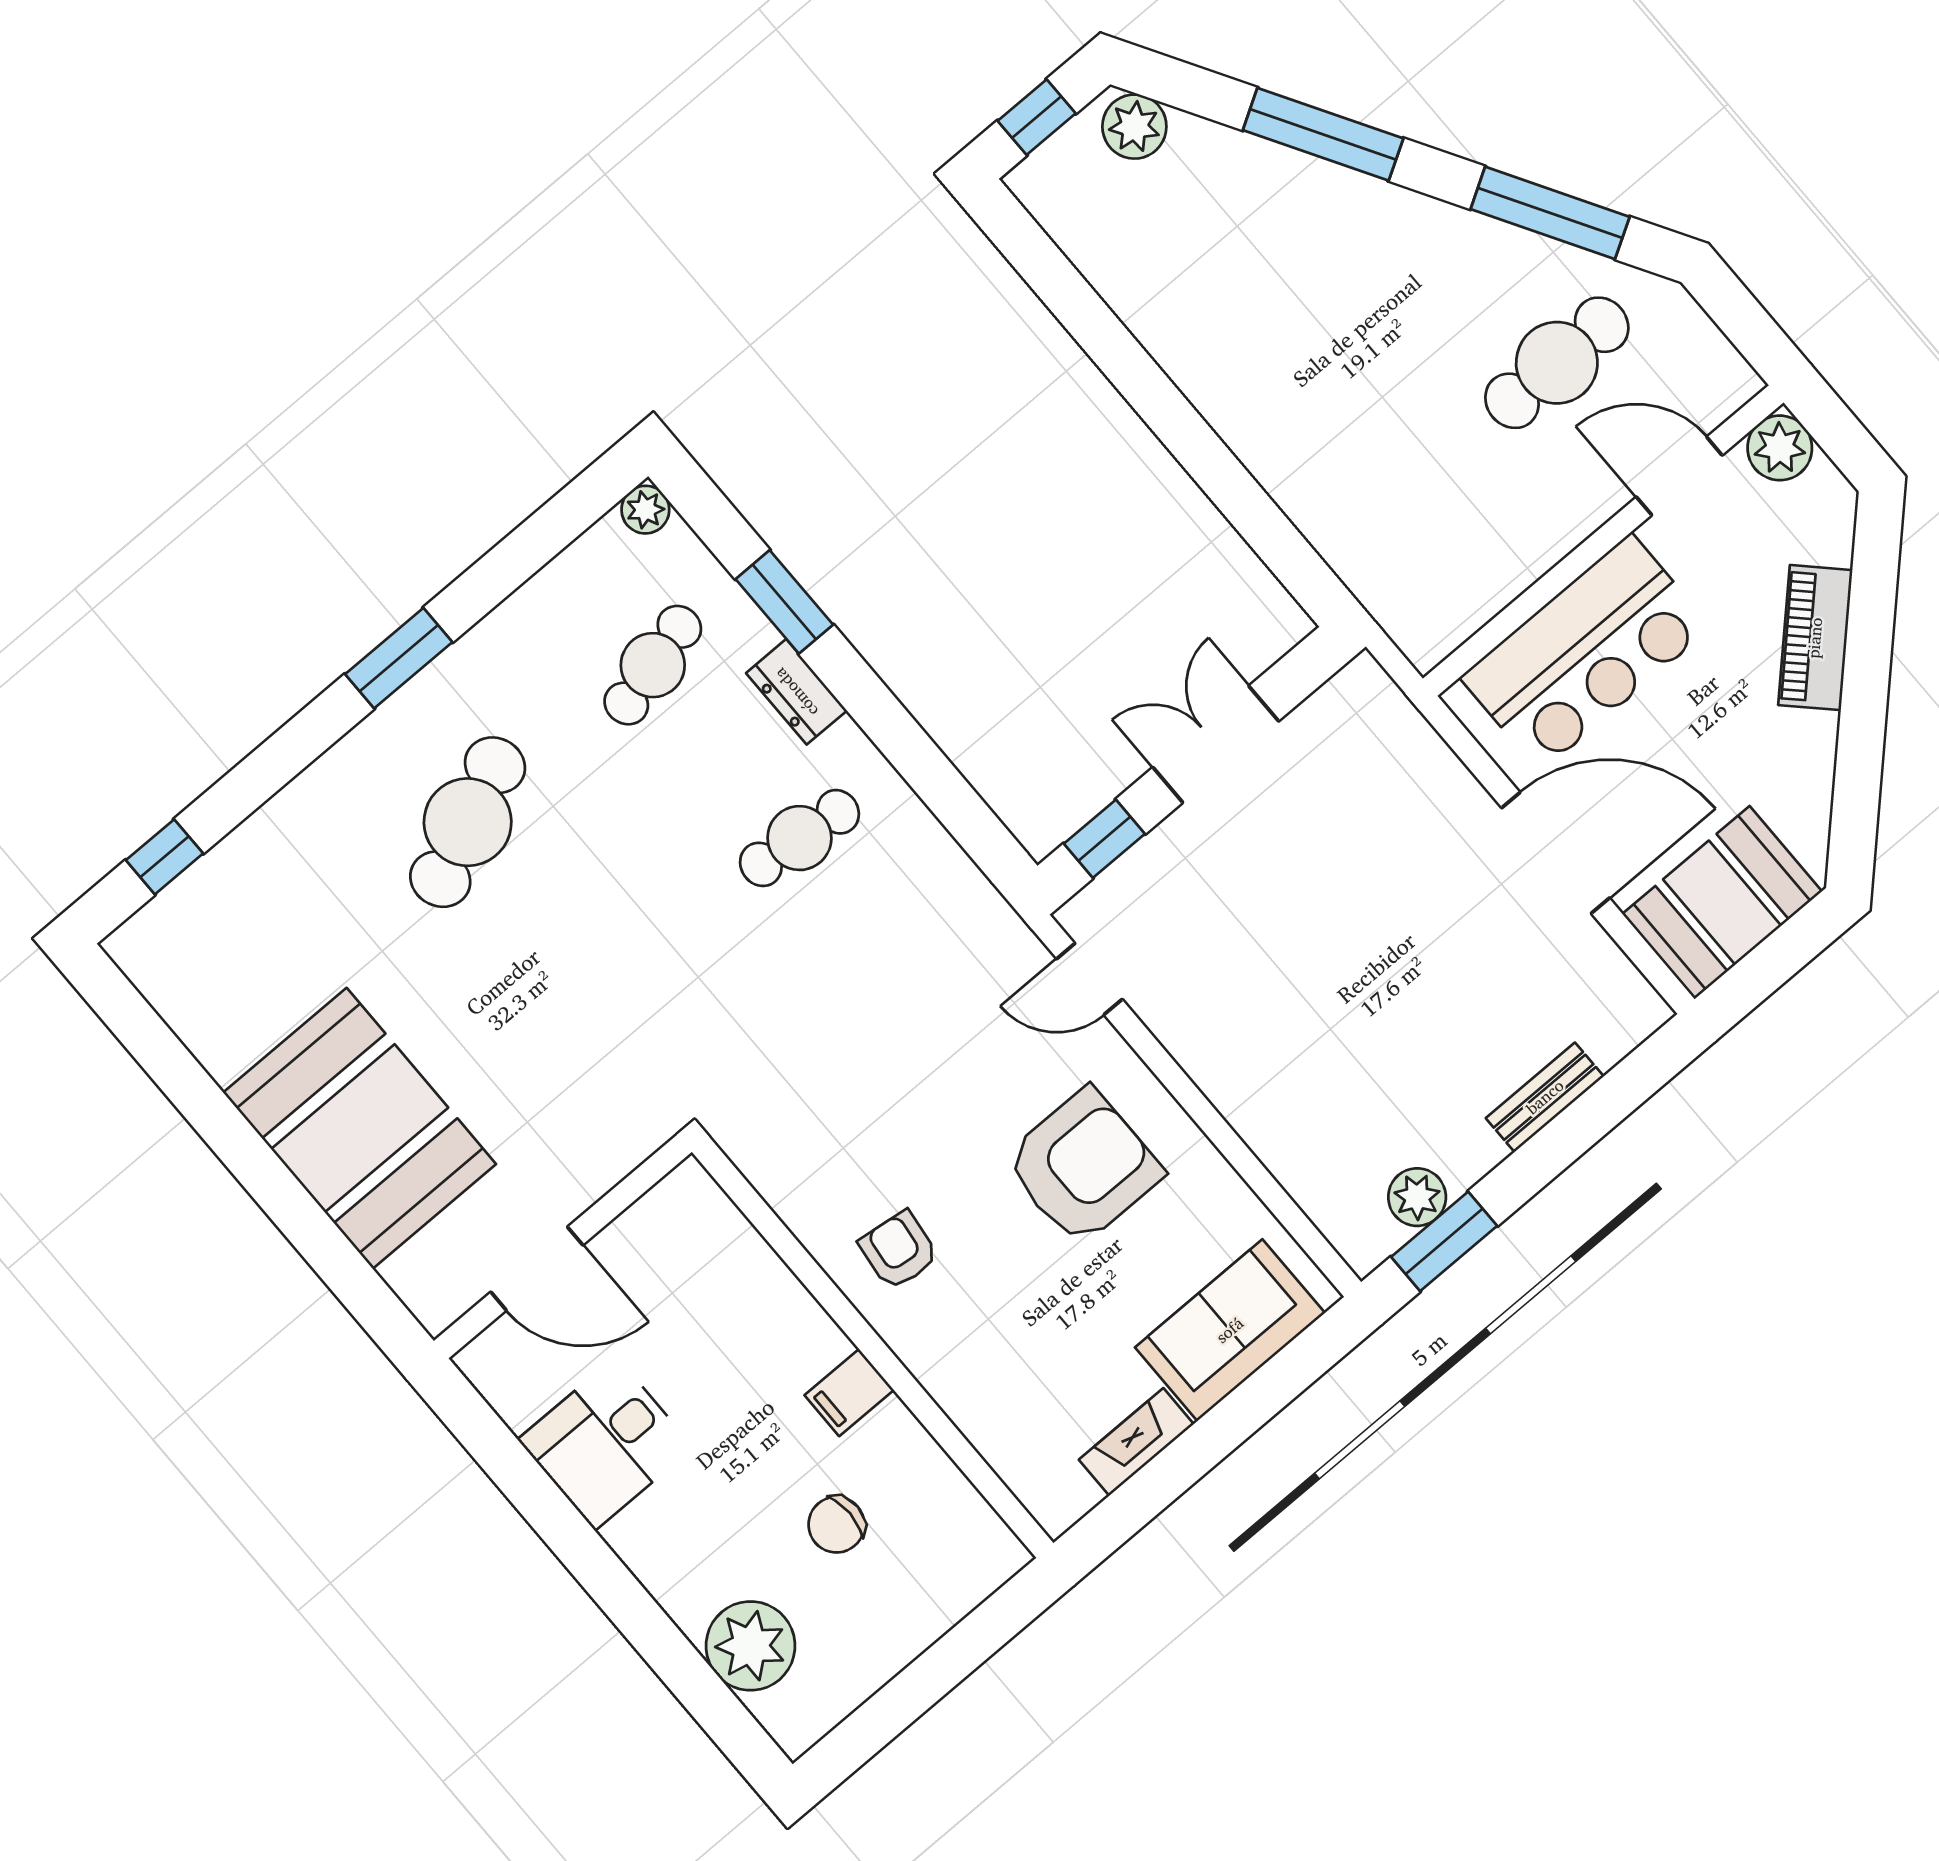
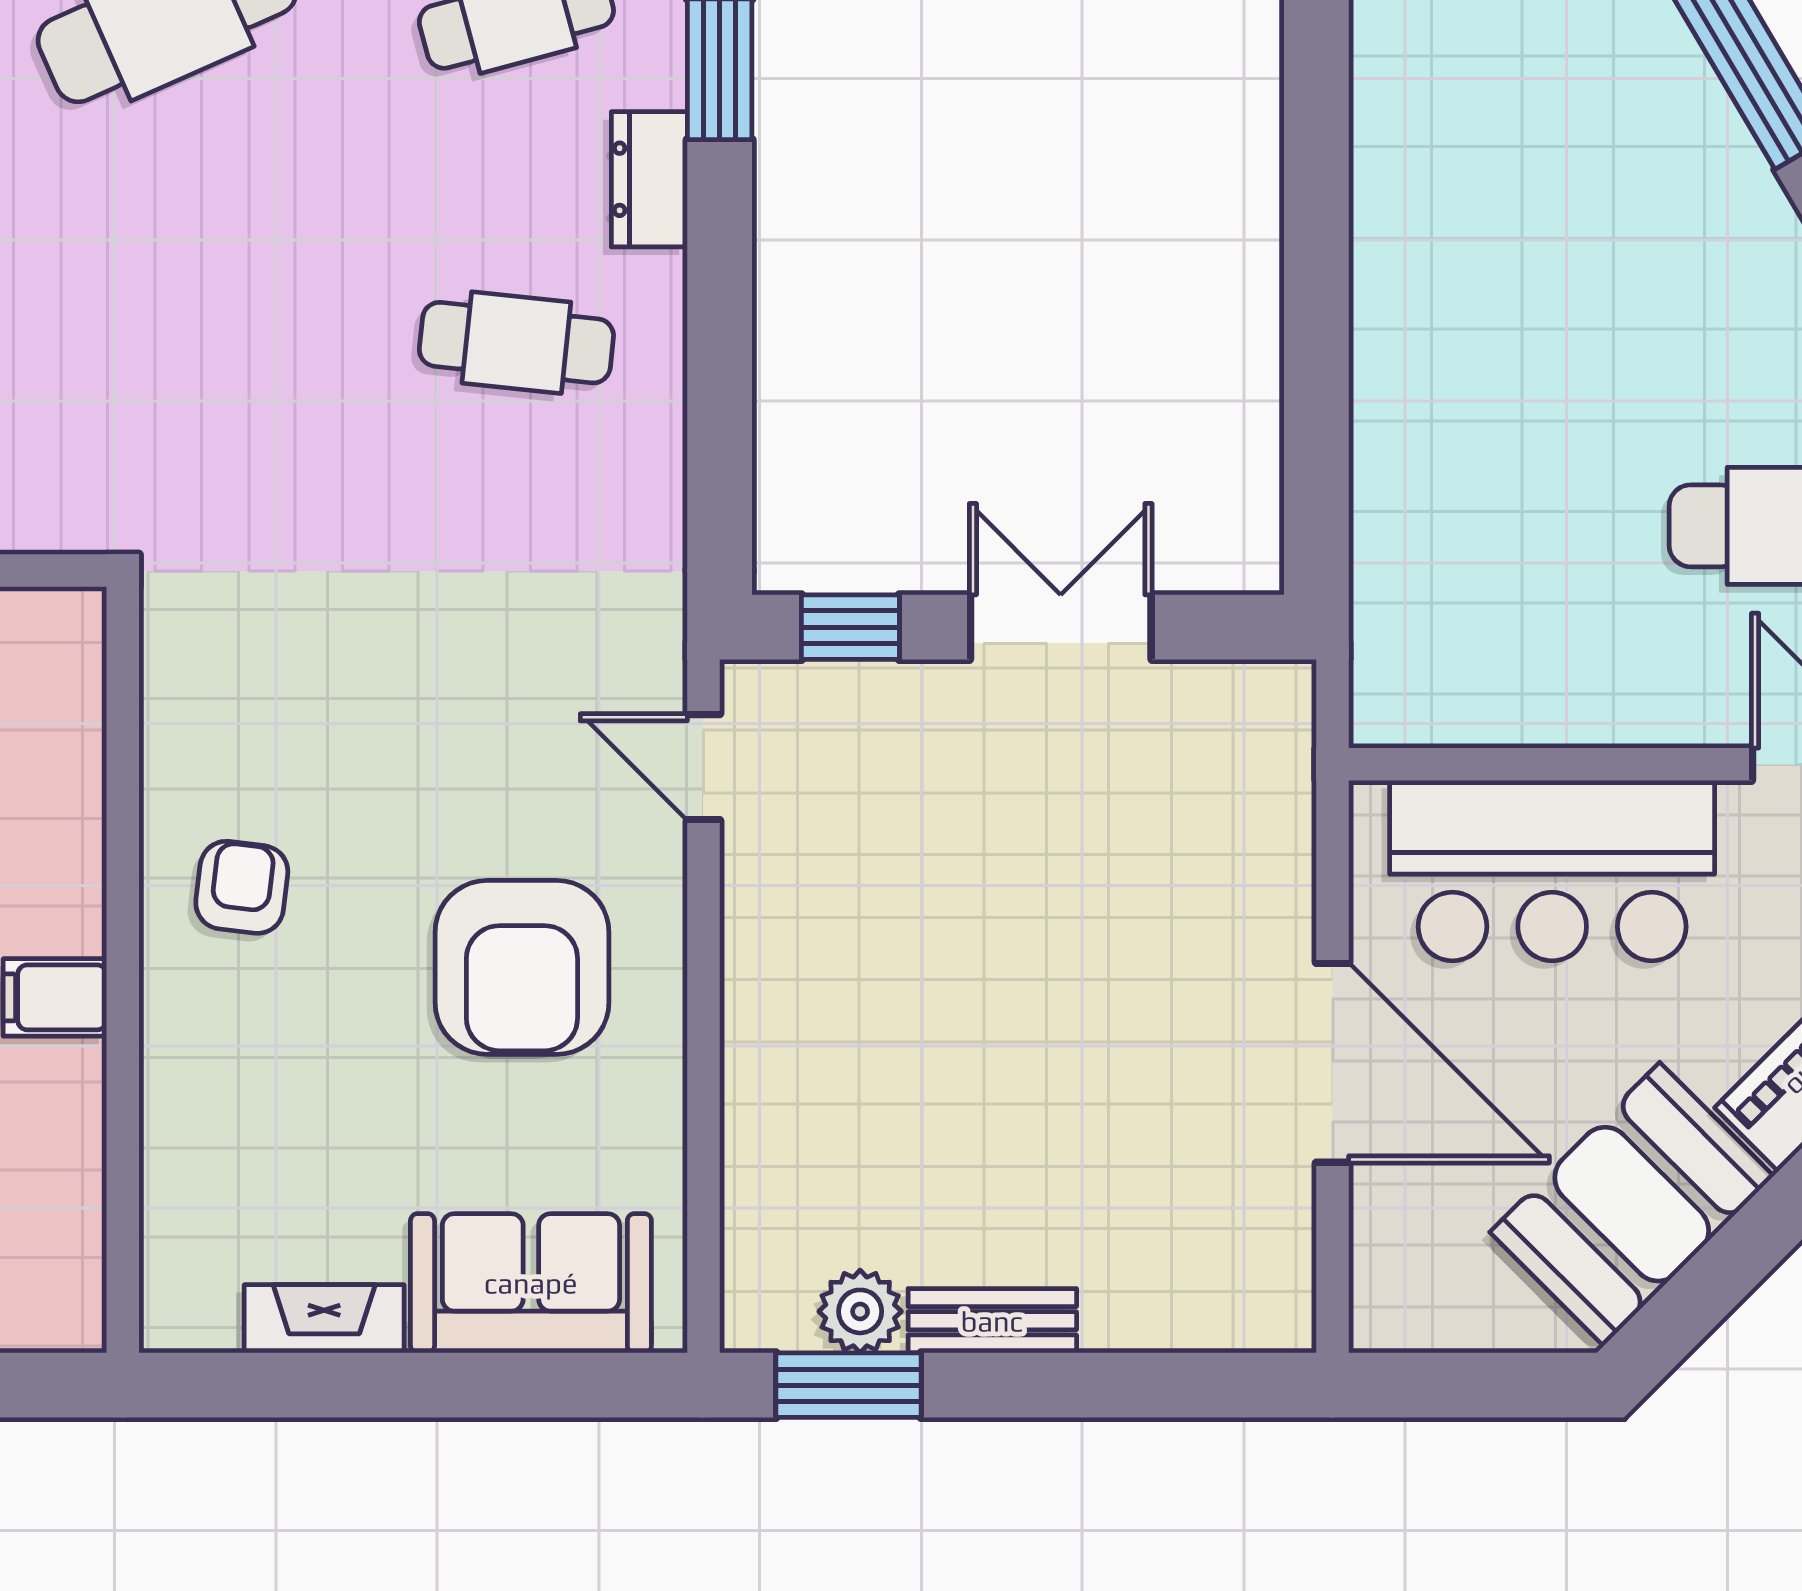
booth: (1722, 903) -> (1632, 1204), moved, turned -45
bench: (1545, 1097) -> (992, 1321), moved
armchair: (1083, 1167) -> (522, 967), turned 90

